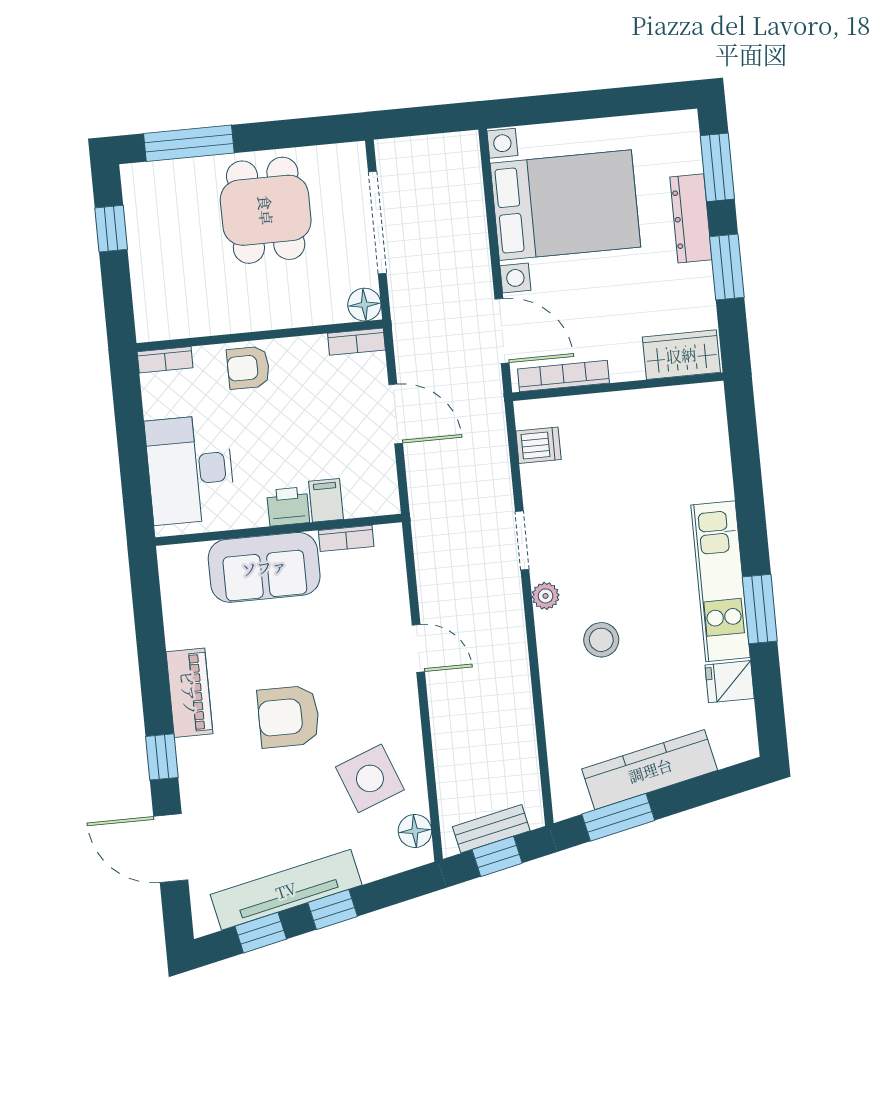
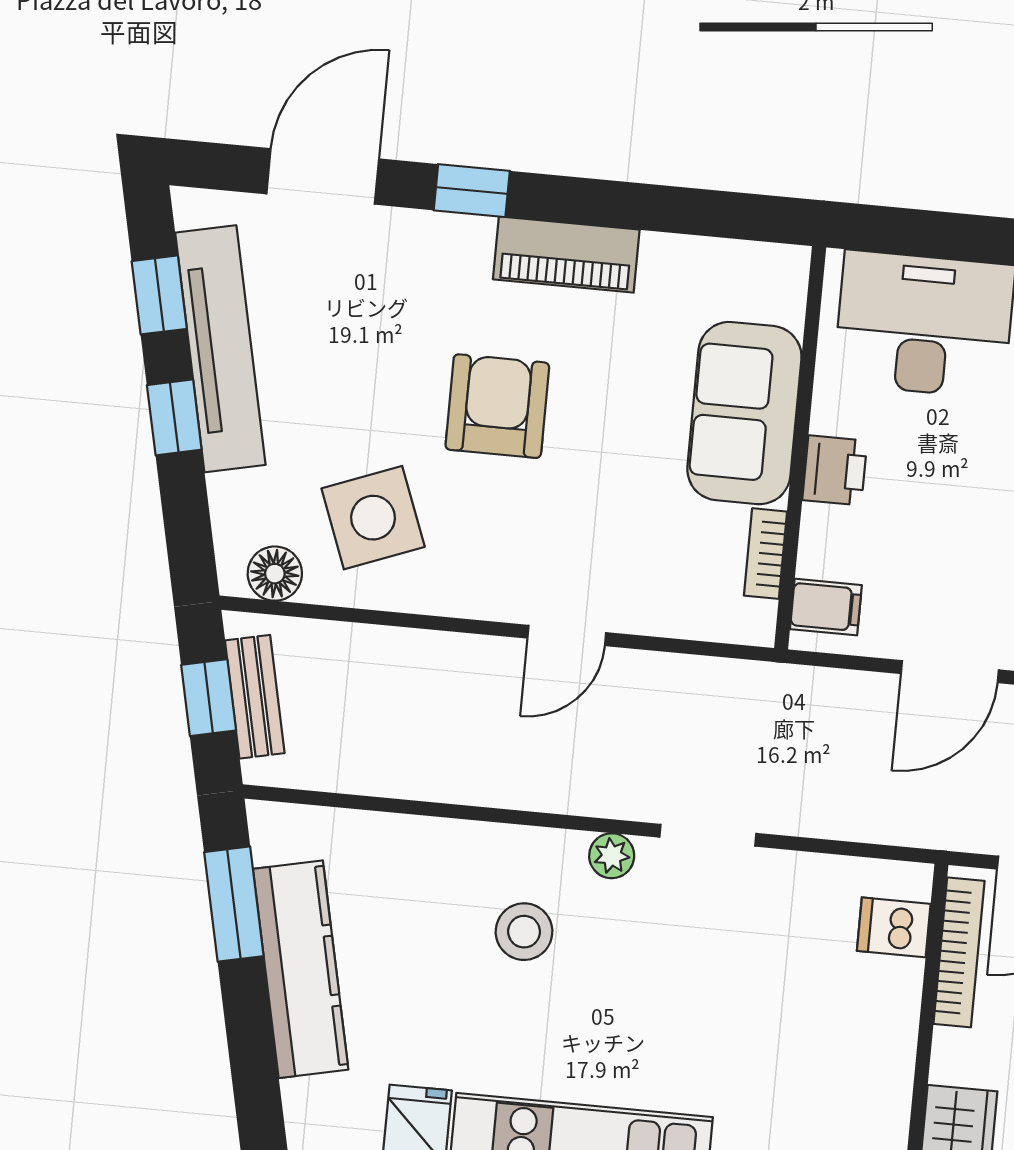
dishwasher: (538, 445) -> (894, 927), moved, turned 90
filing cabinet: (326, 500) -> (826, 607), moved

